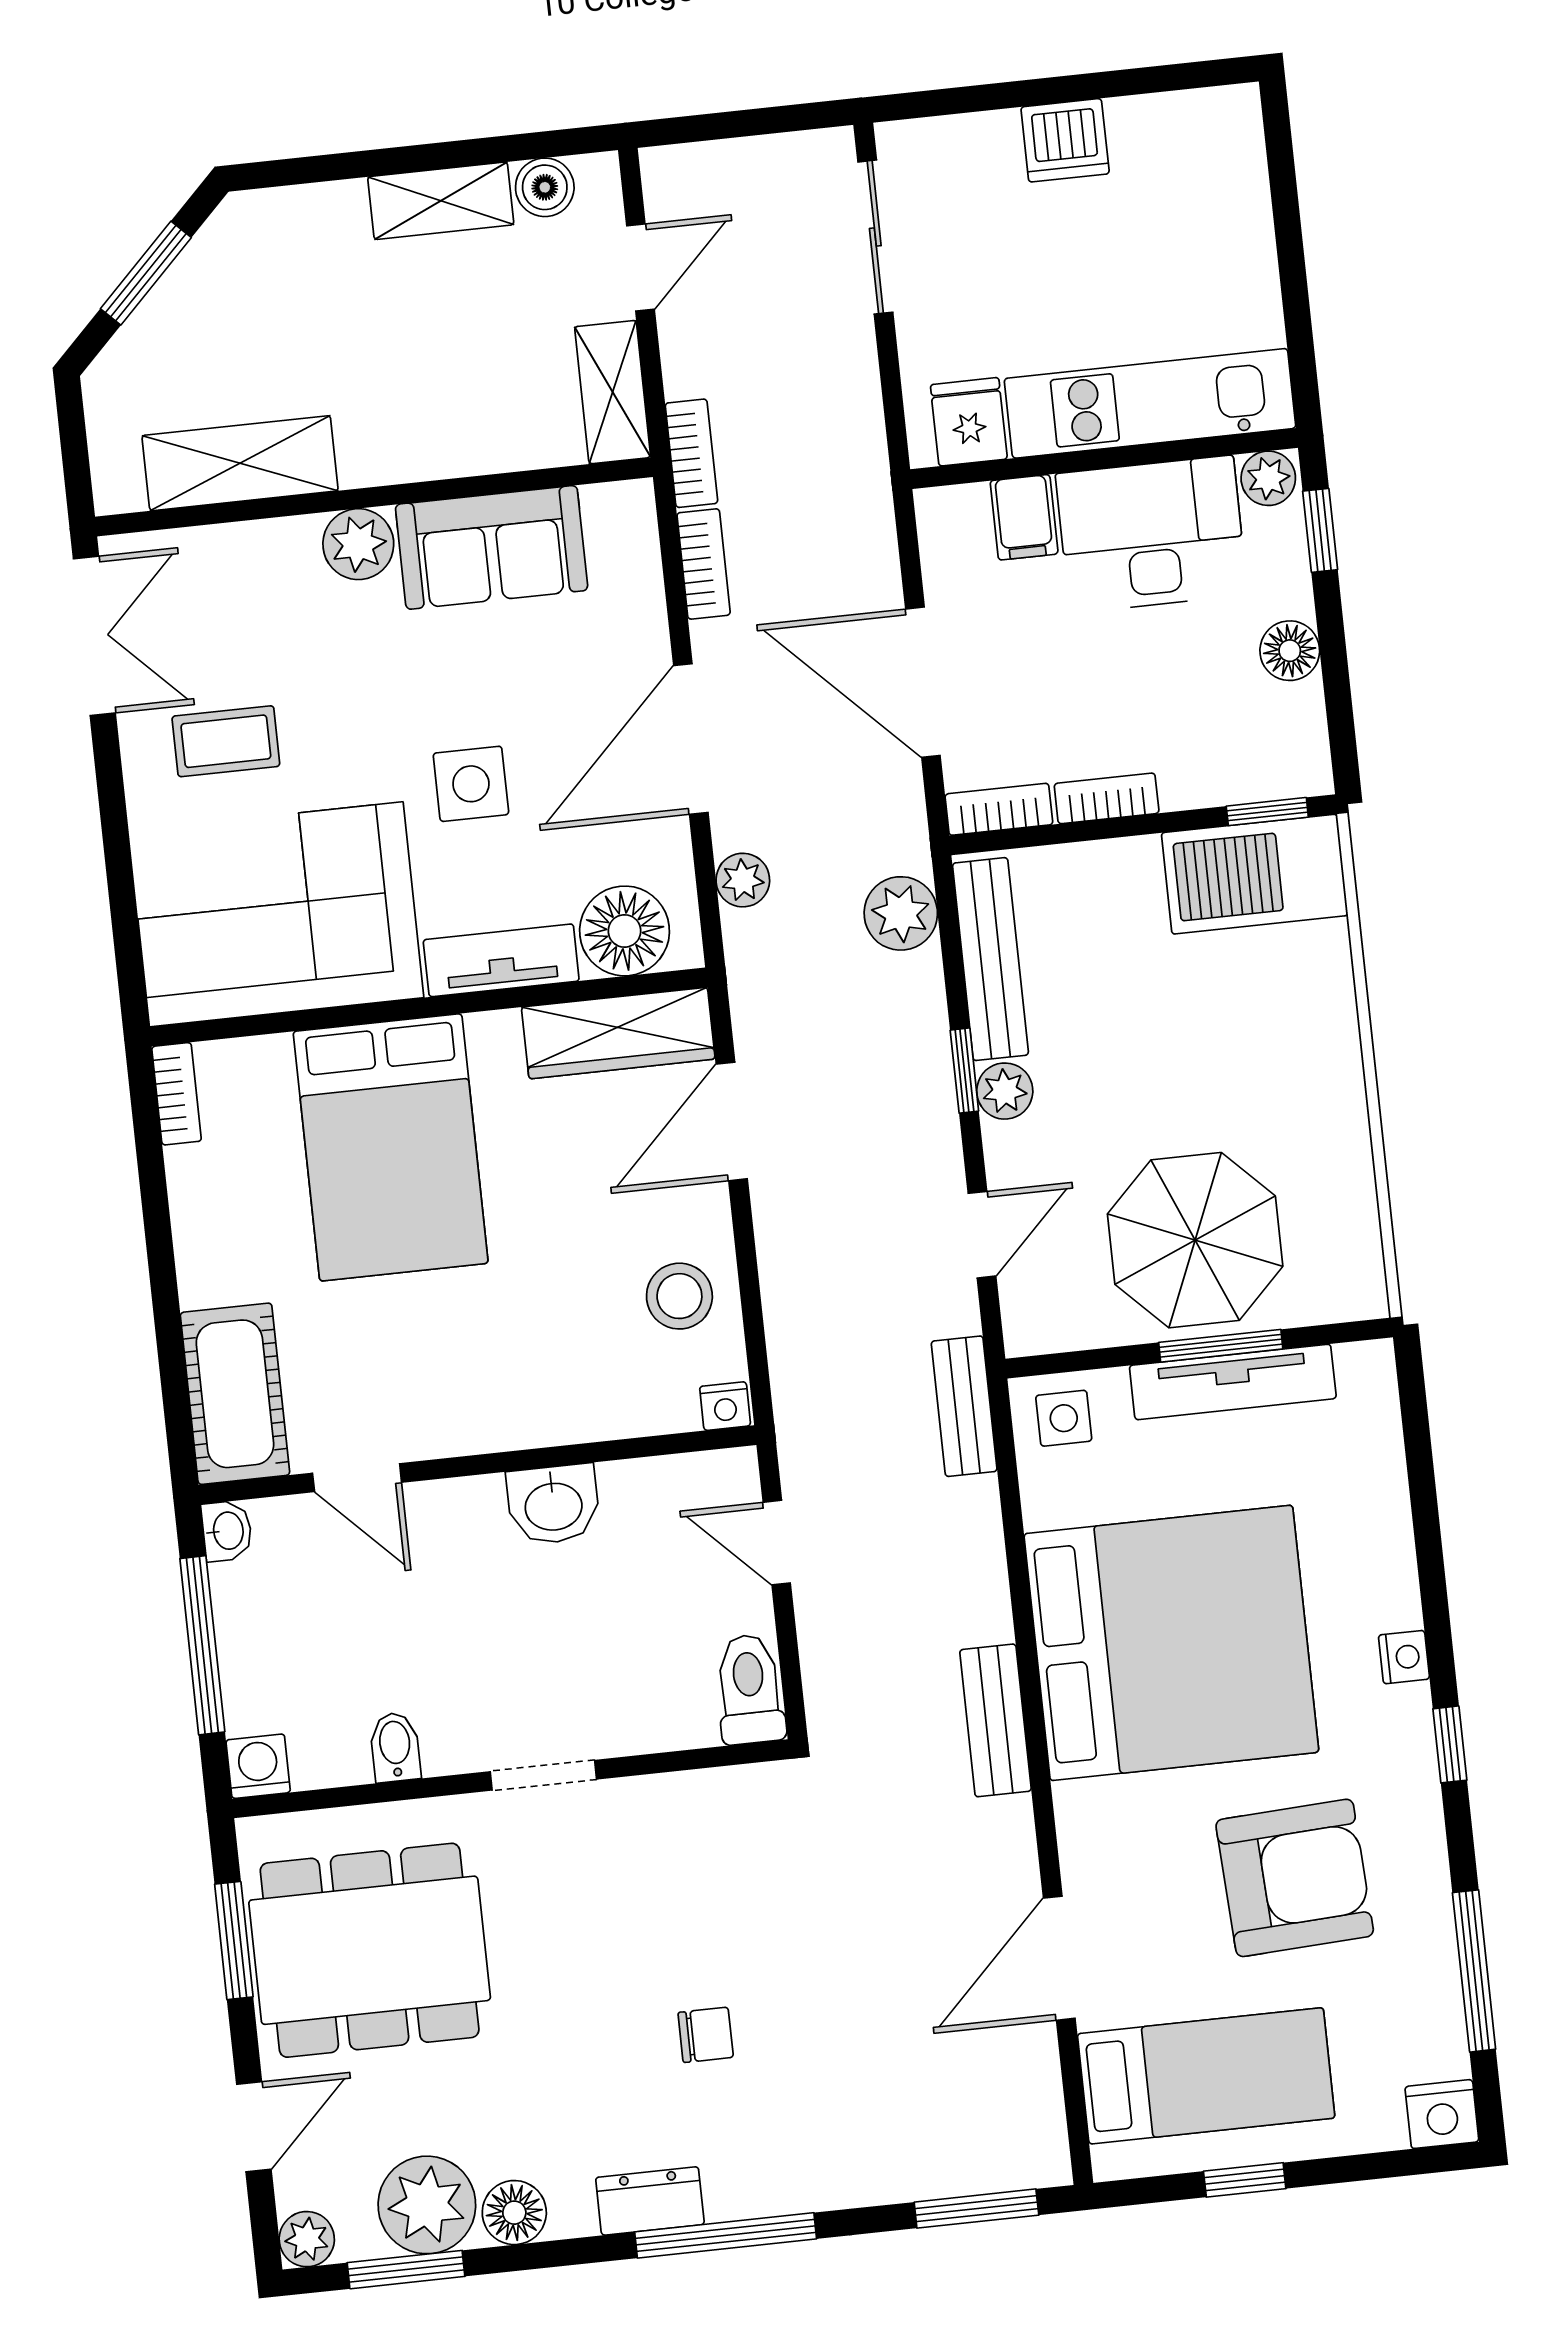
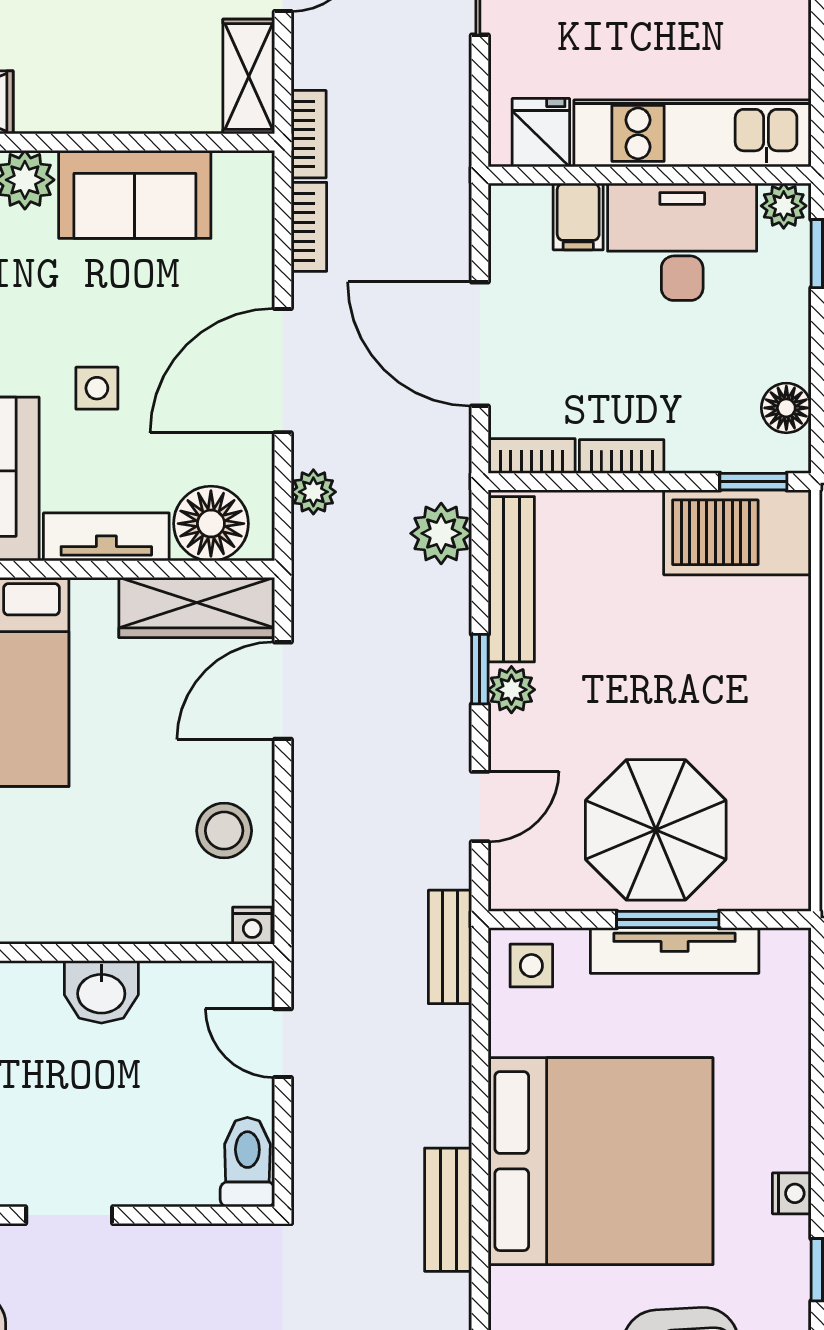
floor lamp: (1290, 651) -> (786, 408), moved
side table: (471, 784) -> (97, 388), width x0.73, depth x0.73

